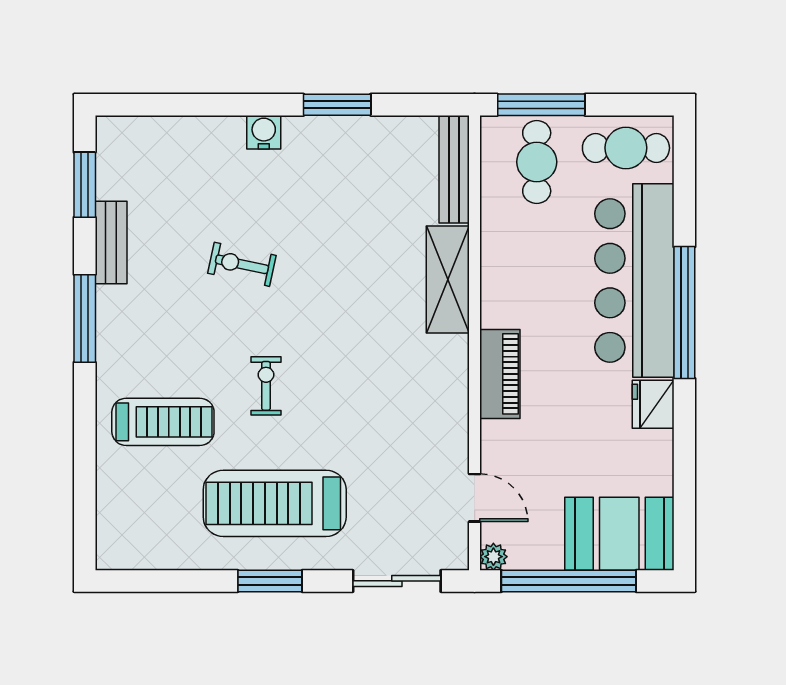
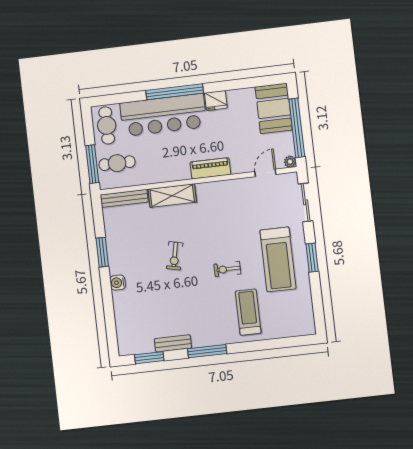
exercise bike: (242, 264) -> (175, 256), moved

